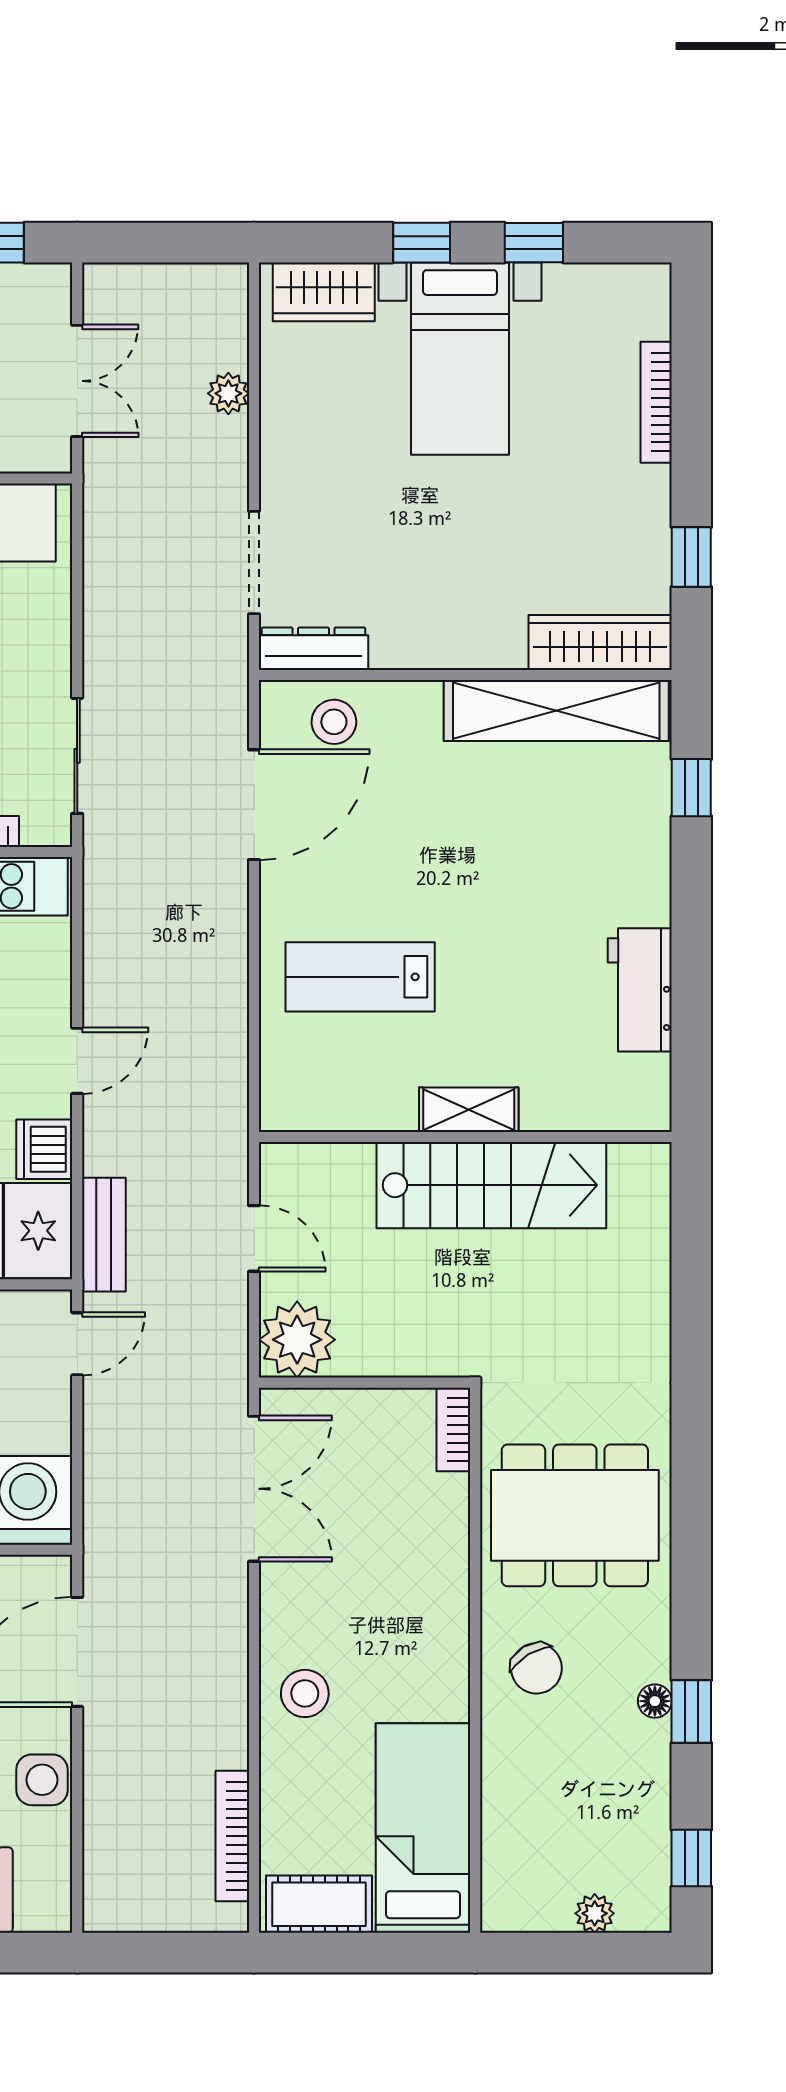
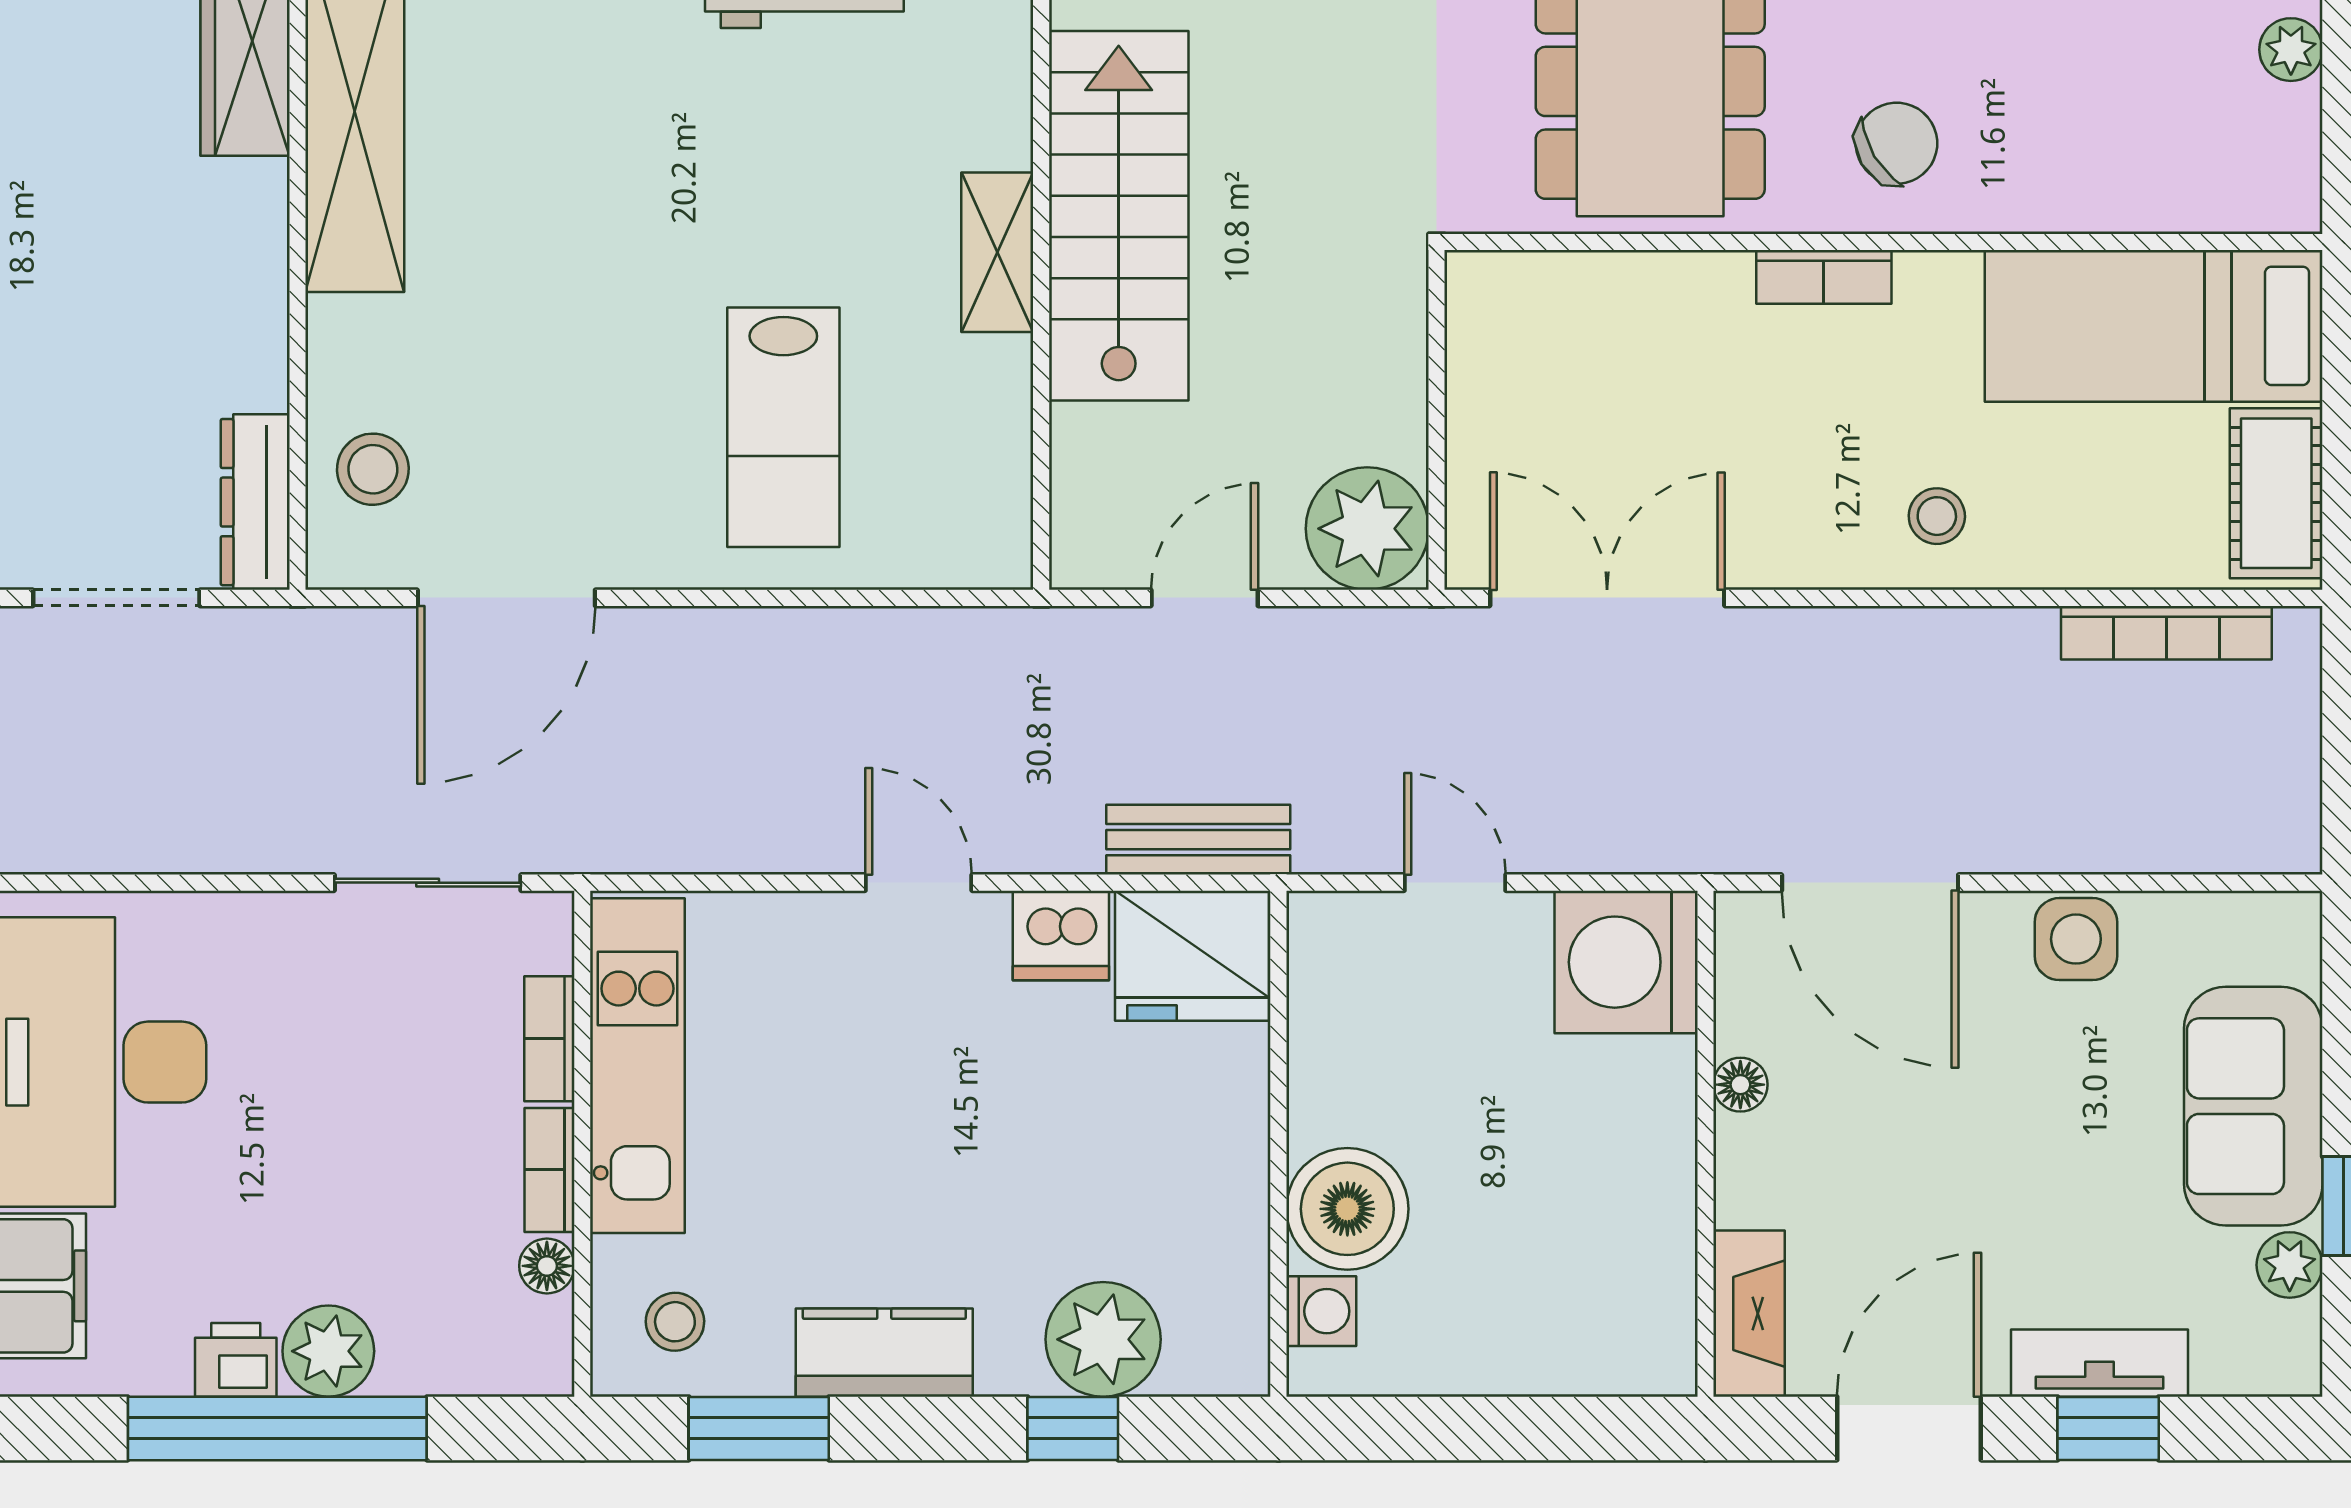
door: (254, 805) -> (506, 598), swing flipped
door: (77, 1344) -> (1455, 883), moved
bookcase: (453, 1429) -> (1824, 277), moved
stool: (305, 1693) -> (1937, 516), width x0.73, depth x0.73

